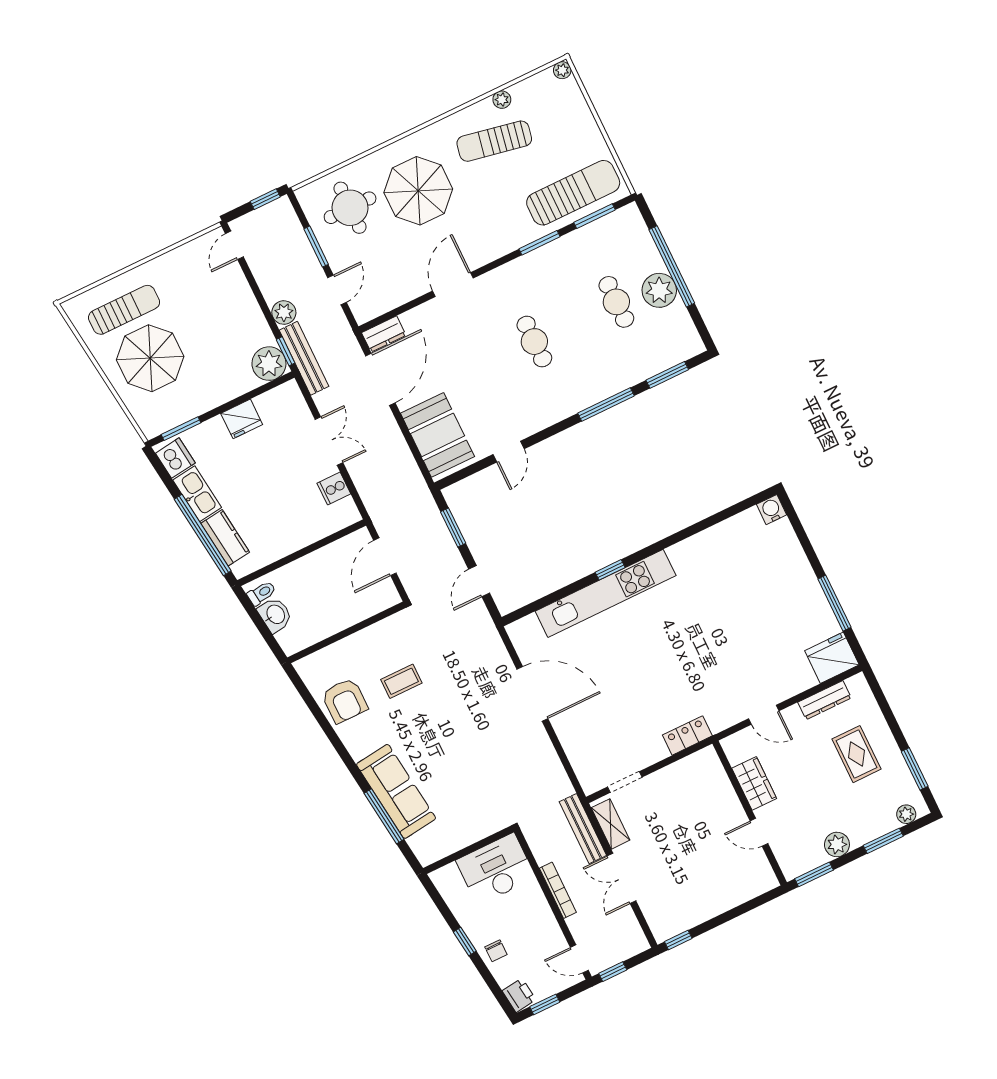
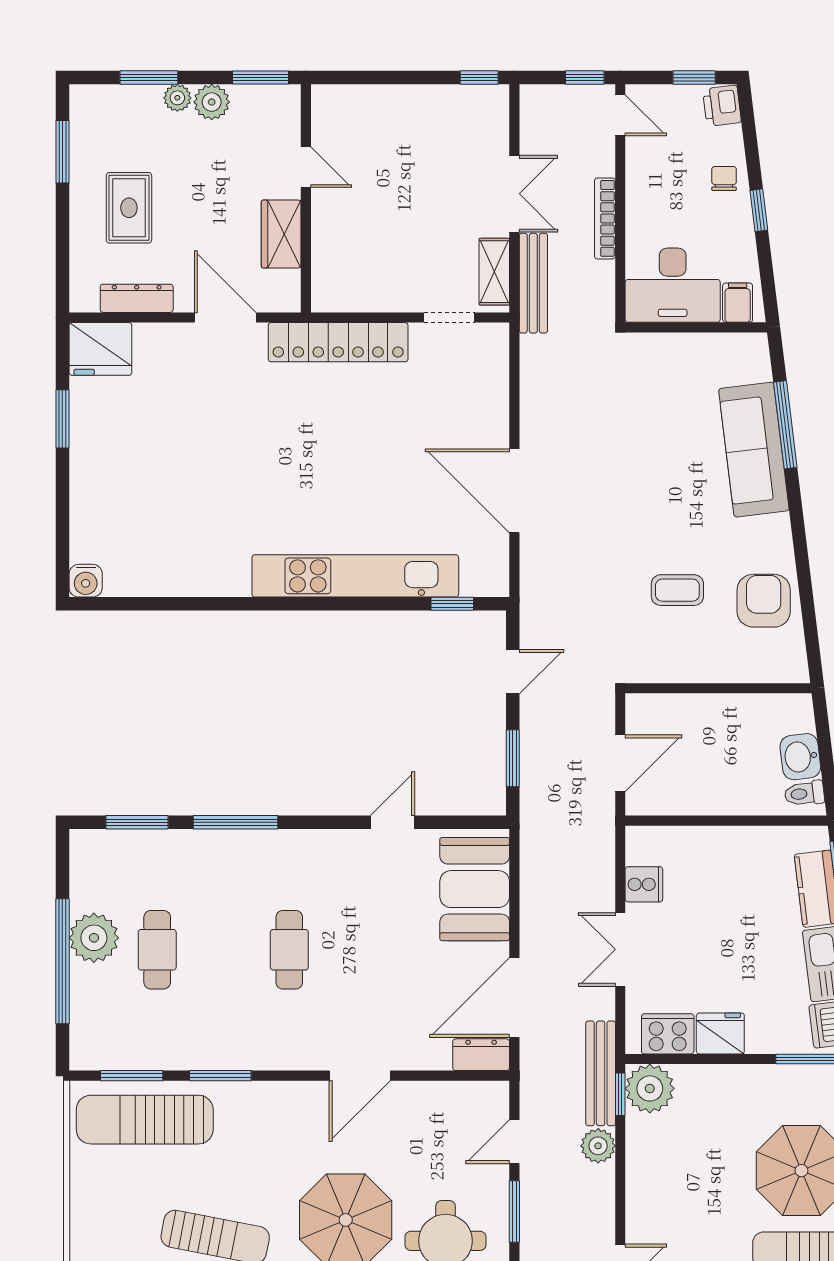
cooker: (274, 403) -> (668, 1034), added
window: (610, 570) -> (452, 604), moved
window: (834, 603) -> (62, 419), width x0.69
door: (764, 715) -> (225, 317), width x1.38
locker: (687, 735) -> (338, 342), width x2.16, depth x1.21
plant: (906, 814) -> (177, 98), moved
filing cabinet: (450, 878) -> (738, 303), added

